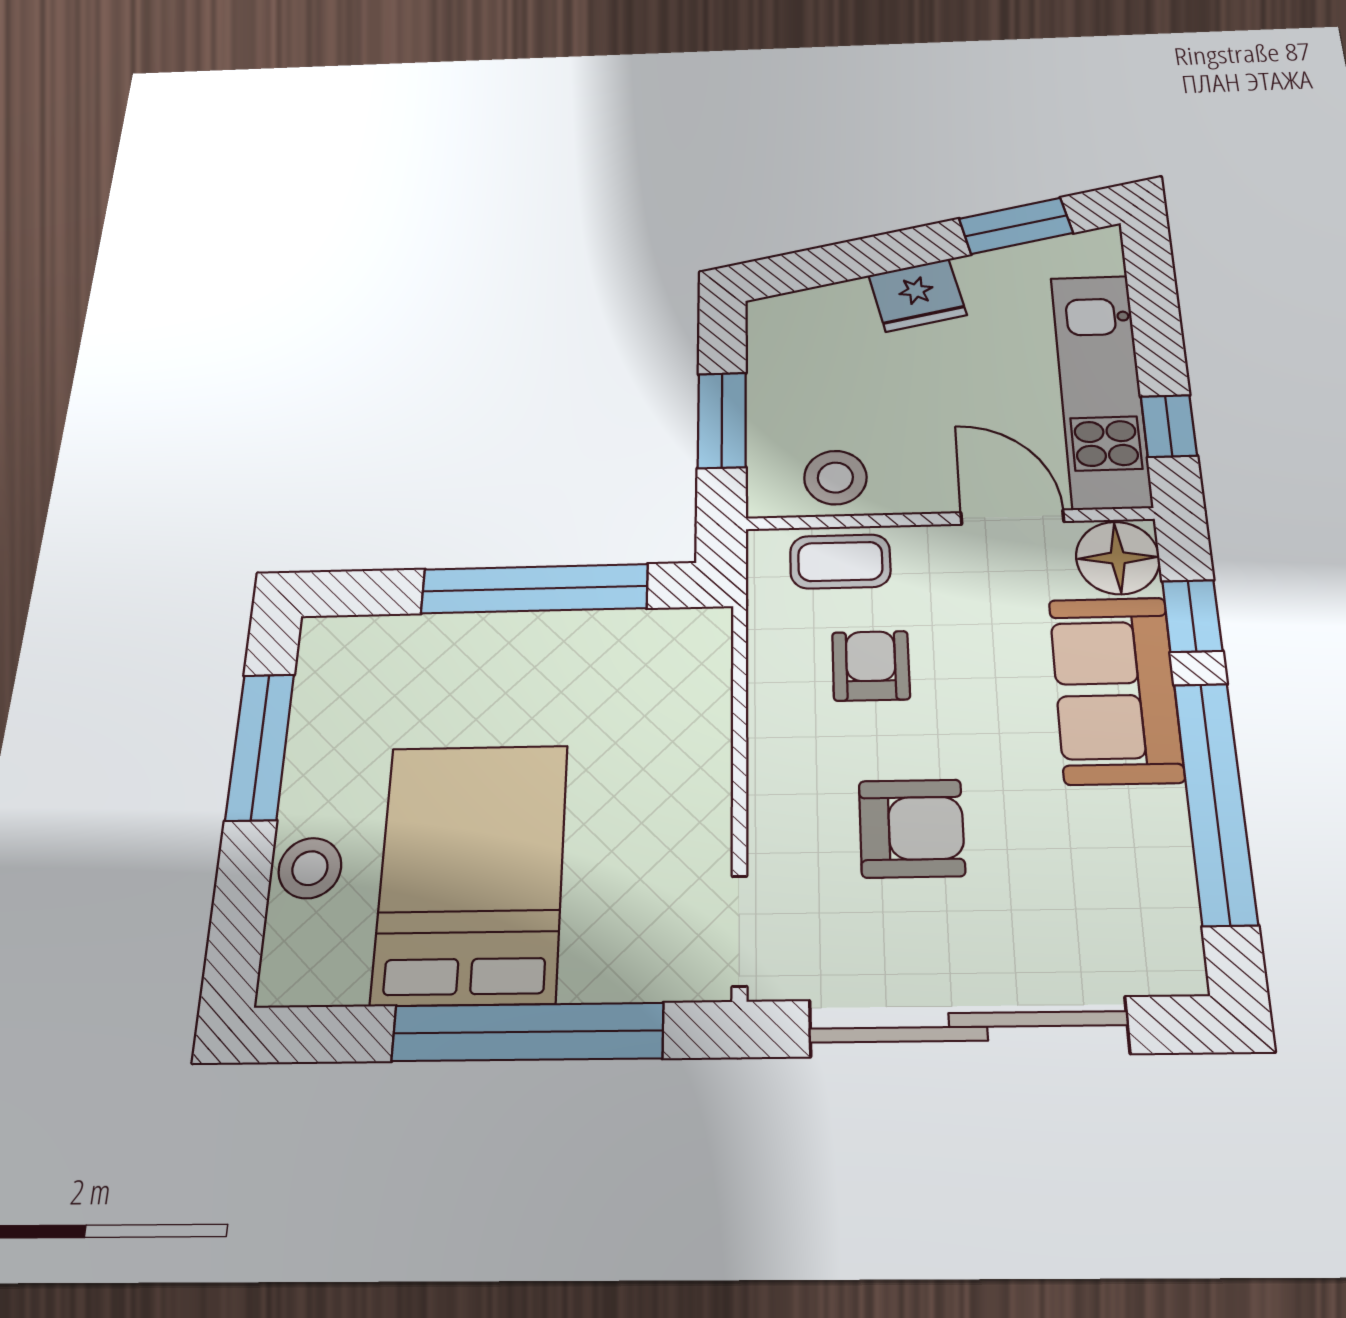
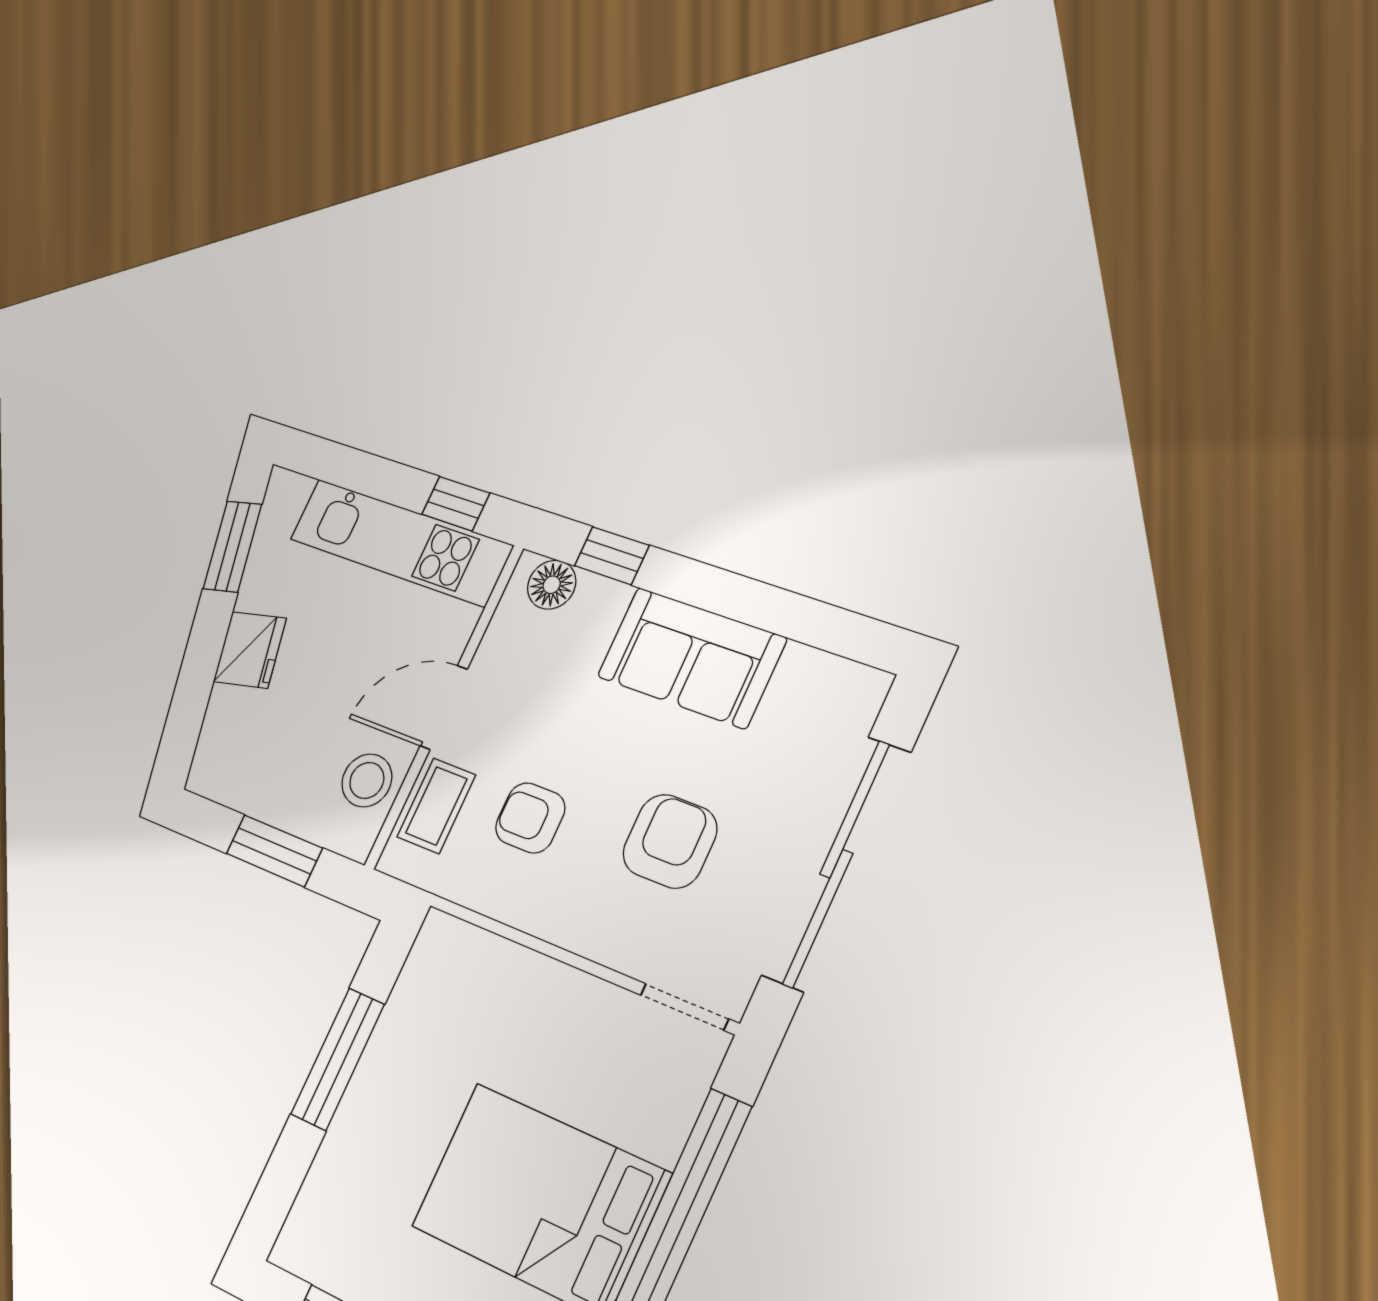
door: (1012, 517) -> (444, 707), moved
floor lamp: (1118, 558) -> (552, 585), width x0.73, depth x0.73
window: (535, 589) -> (338, 1059), width x0.68
sofa: (1115, 689) -> (691, 657), moved
window: (1215, 802) -> (759, 604), removed

